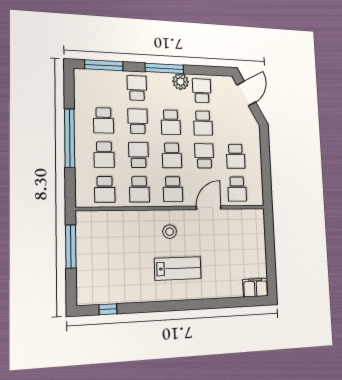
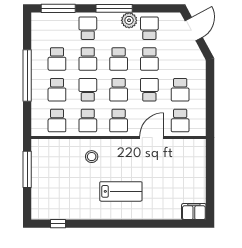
school desk: (138, 121) -> (88, 59), turned 180
stool: (170, 232) -> (92, 157), moved

